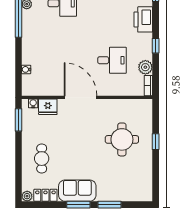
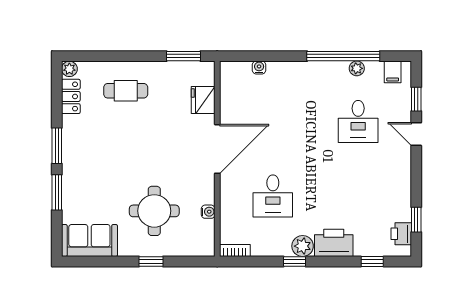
plant: (145, 67) -> (303, 246), moved
water cooler: (33, 103) -> (208, 212), moved
sofa: (77, 191) -> (89, 241), moved, turned -90

